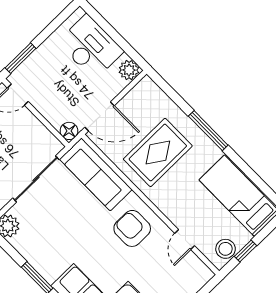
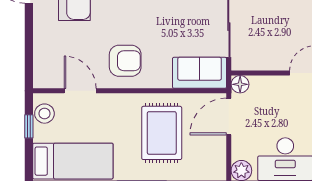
sofa: (96, 174) -> (200, 73), width x0.73
door: (185, 239) -> (80, 91), width x1.38

